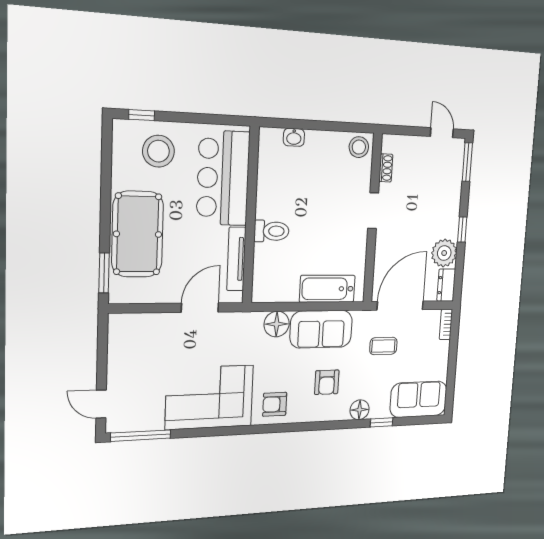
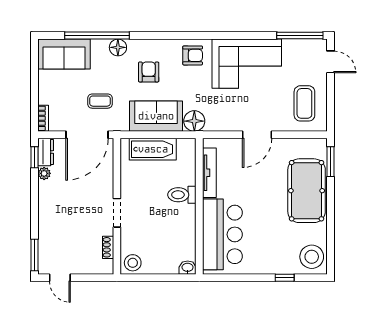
window: (142, 115) -> (285, 278), moved
stool: (158, 151) -> (312, 257), moved
bar counter: (223, 178) -> (222, 234), moved
wall: (251, 216) -> (199, 206), moved
window: (462, 230) -> (34, 157), moved
toilet: (272, 231) -> (182, 195), moved
plant: (444, 253) -> (44, 173), width x0.53, depth x0.53
tv unit: (236, 259) -> (209, 173), moved
coffee table: (137, 349) -> (304, 103), added
window: (382, 422) -> (97, 36), width x3.17

